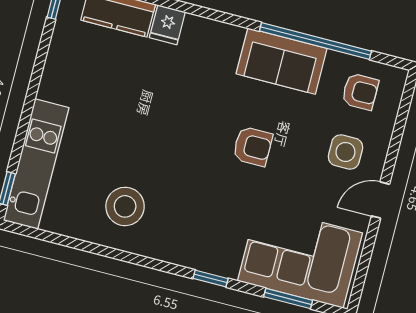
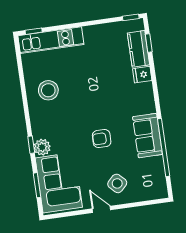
armchair: (360, 92) -> (148, 179), removed
armchair: (253, 146) -> (102, 139), turned 90
side table: (345, 152) -> (117, 183), turned 45
plant: (223, 260) -> (42, 147), added

